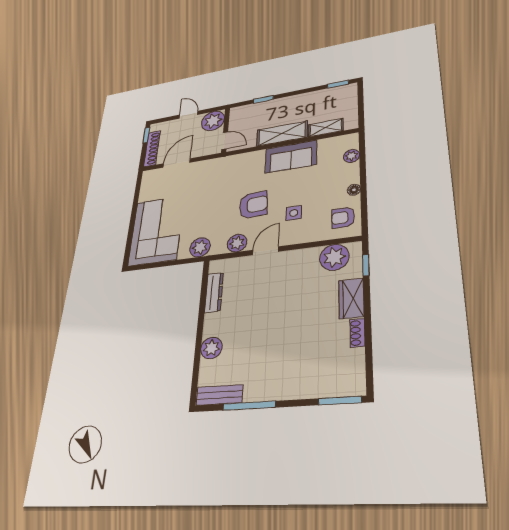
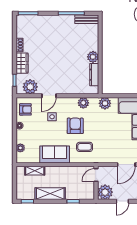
door: (188, 115) -> (122, 201), hinge flipped
shelving: (282, 134) -> (50, 194), moved
door: (225, 141) -> (96, 175), hinge flipped
coffee table: (240, 176) -> (85, 147), added
armchair: (253, 205) -> (75, 126), turned 93
door: (266, 251) -> (49, 96), moved
plant: (211, 348) -> (93, 57), moved

